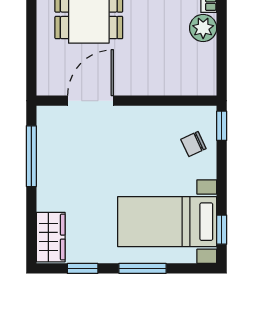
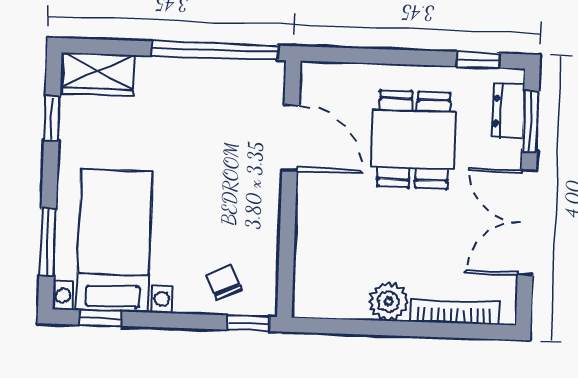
window: (31, 156) -> (214, 51), width x1.46
window: (142, 268) -> (48, 242), moved

